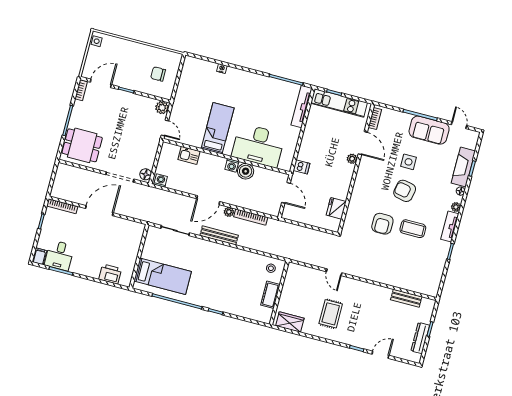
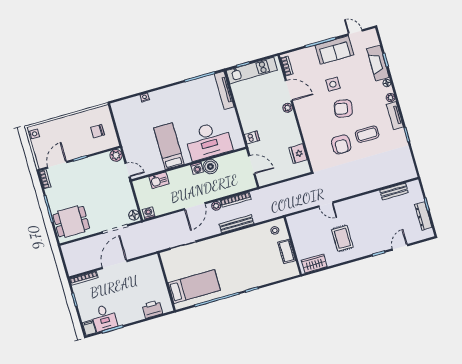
bench: (219, 235) -> (236, 224), moved

